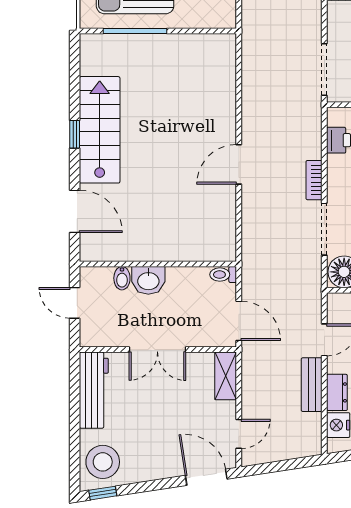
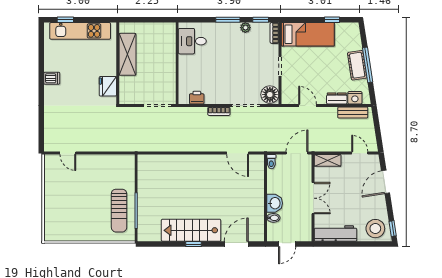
door: (239, 164) -> (238, 153), moved
bench: (312, 385) -> (353, 113), moved
door: (206, 477) -> (386, 182), moved

